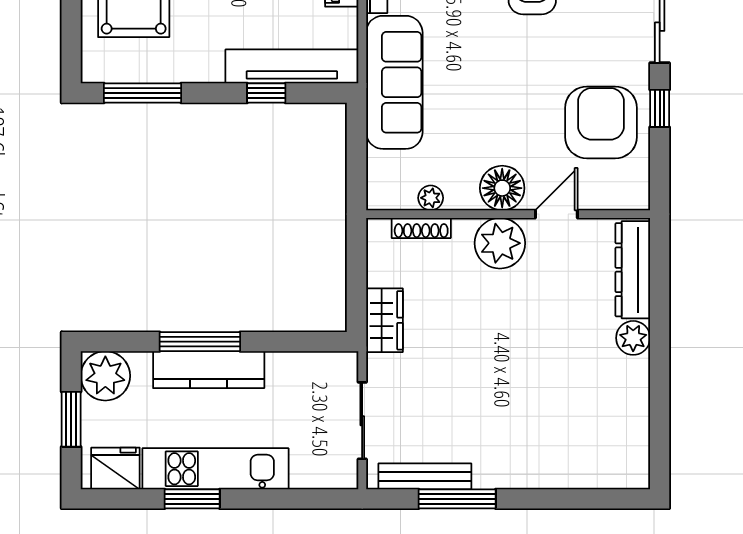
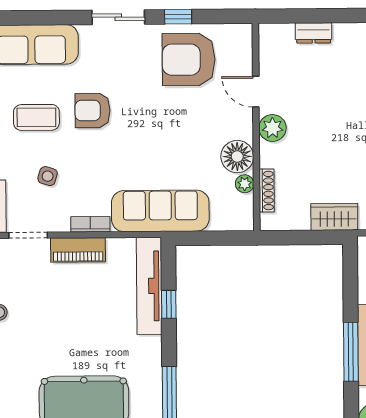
floor lamp: (502, 188) -> (237, 157), moved
plant: (500, 243) -> (272, 128), width x0.73, depth x0.73
dresser: (633, 270) -> (314, 33), width x0.51, depth x0.80
plant: (633, 338) -> (346, 35), removed

